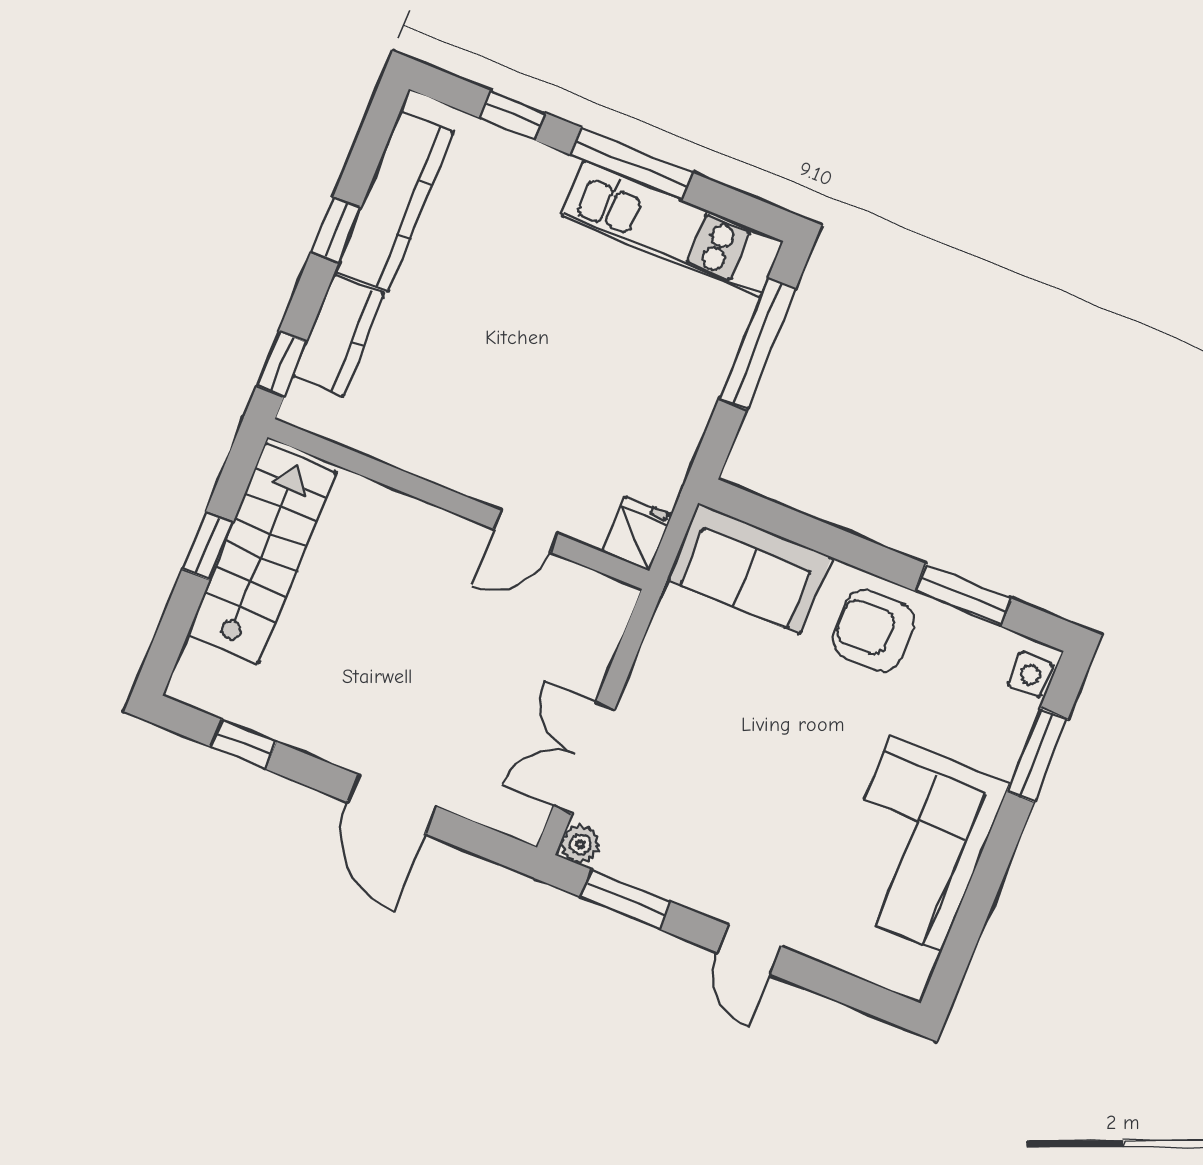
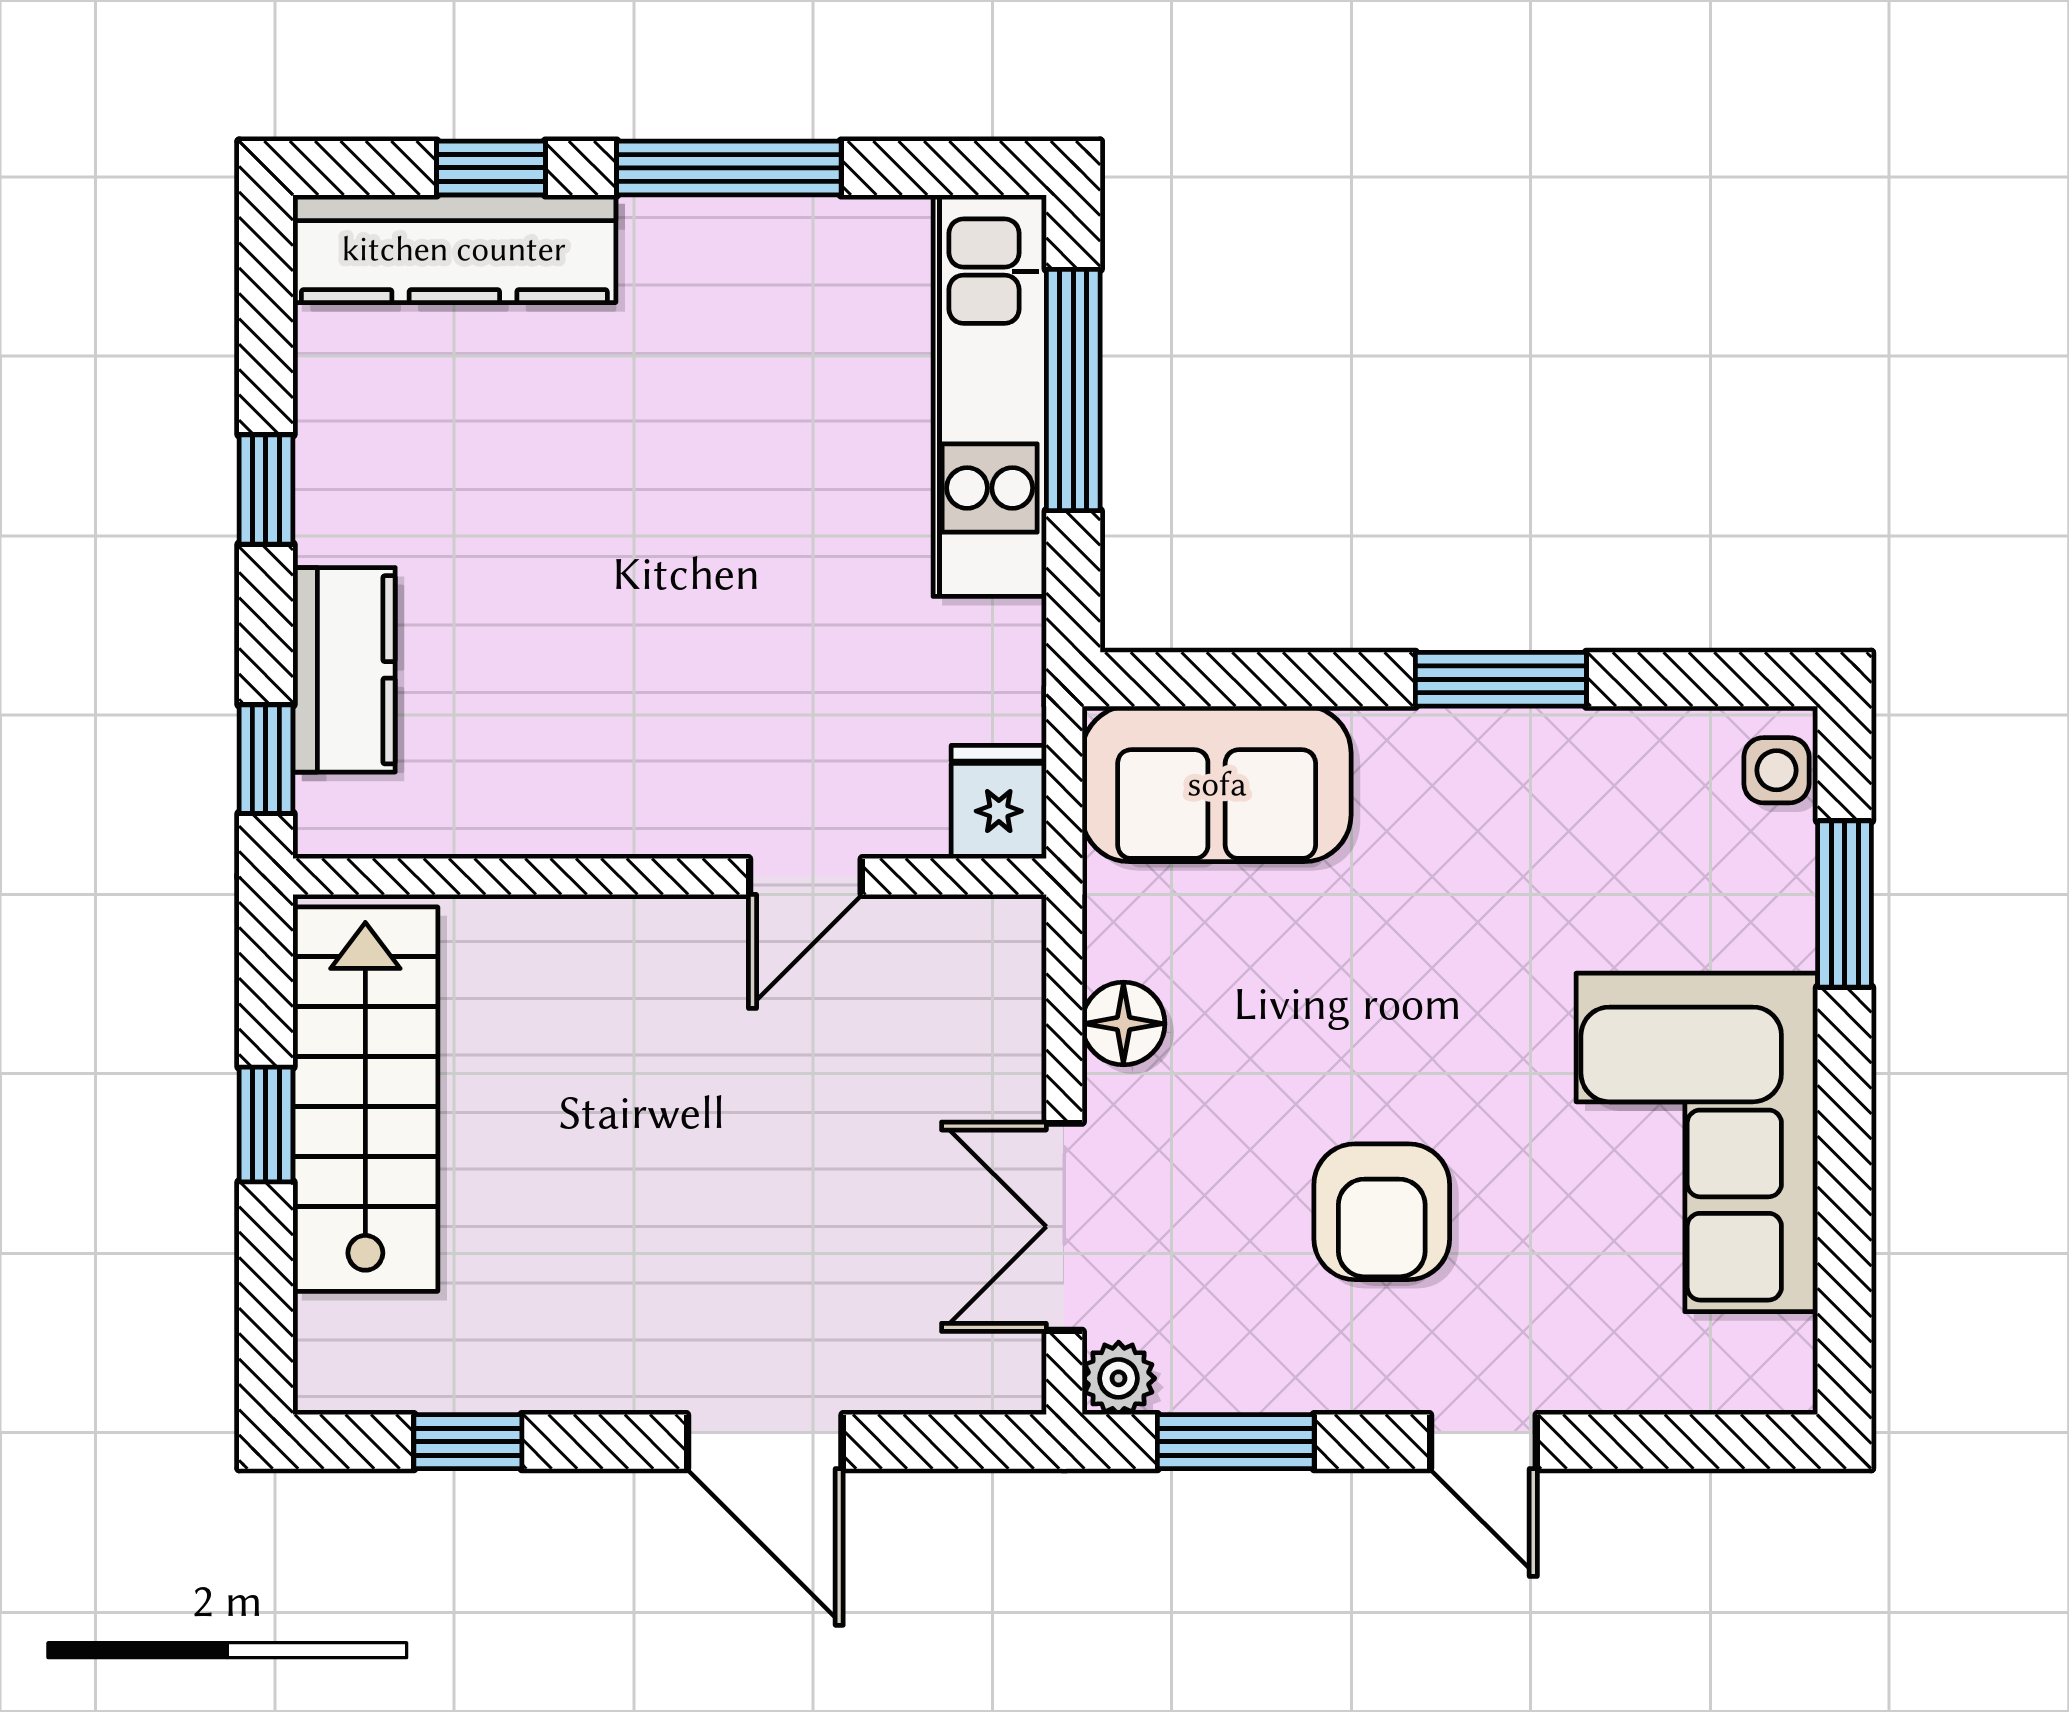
kitchen counter: (394, 201) -> (454, 249), moved, turned 90
kitchen unit: (672, 229) -> (990, 396), moved, turned 90
window: (963, 595) -> (1501, 679), moved
armchair: (874, 631) -> (1382, 1212), moved, turned -90
floor lamp: (654, 669) -> (1123, 1024), added

